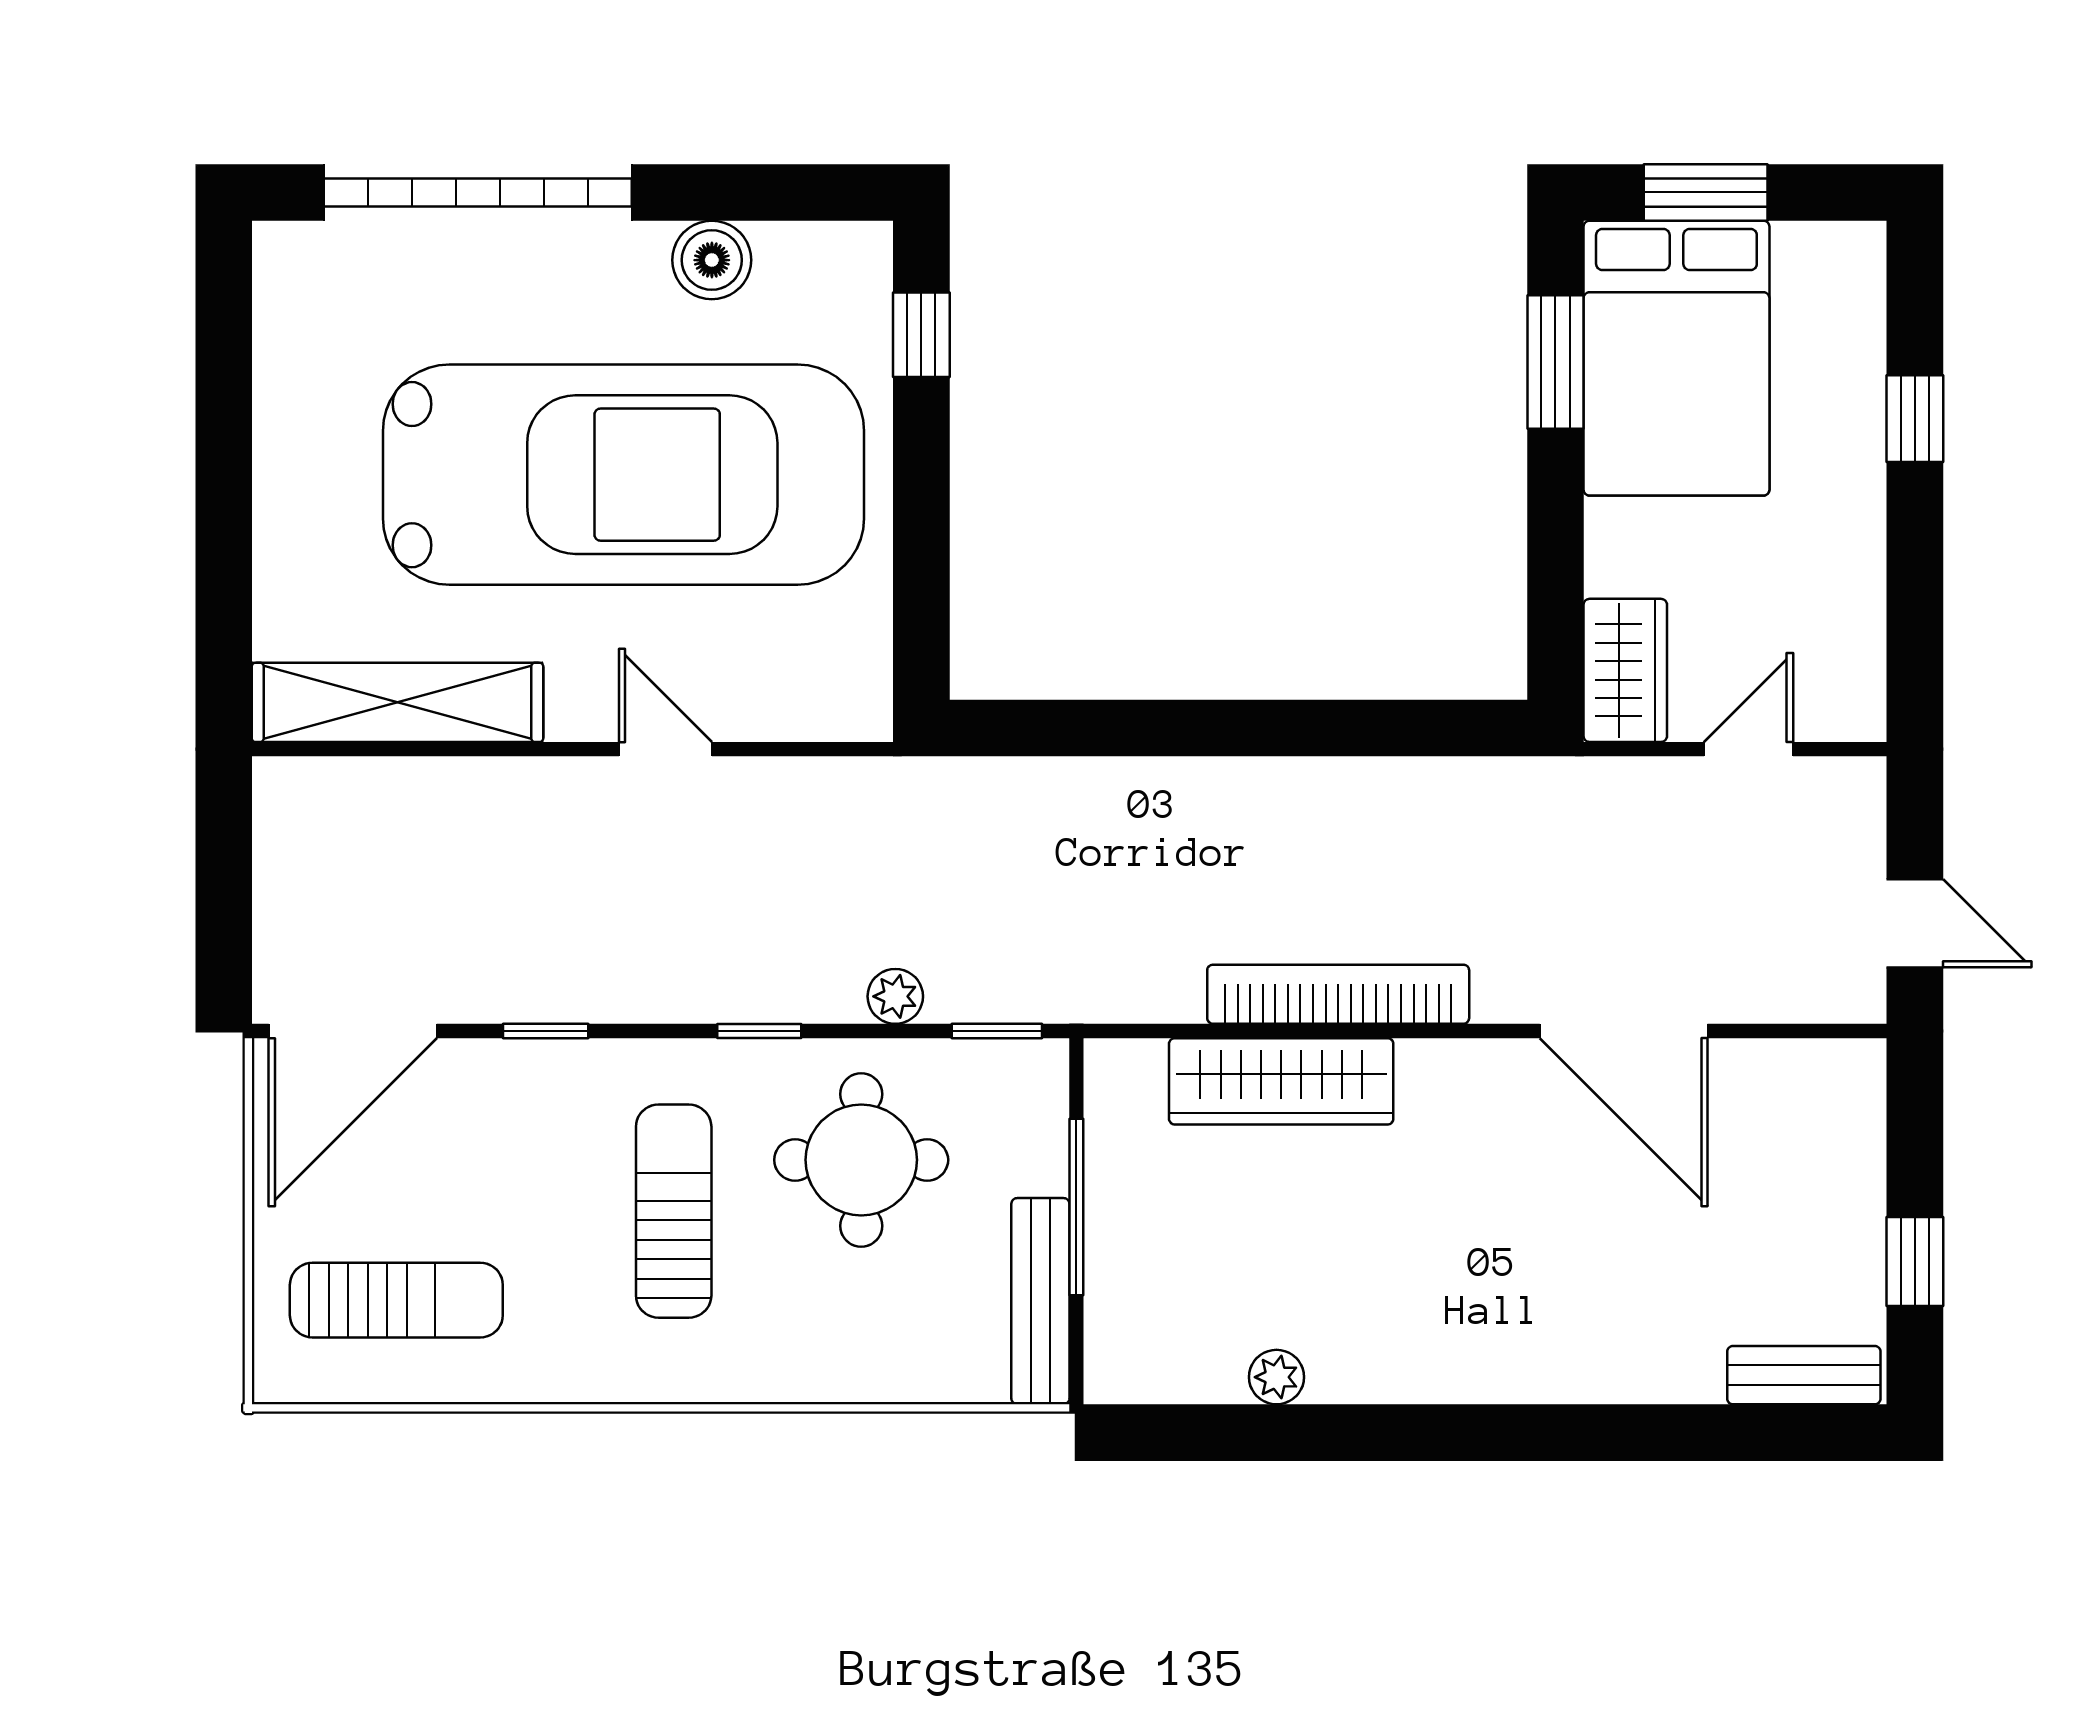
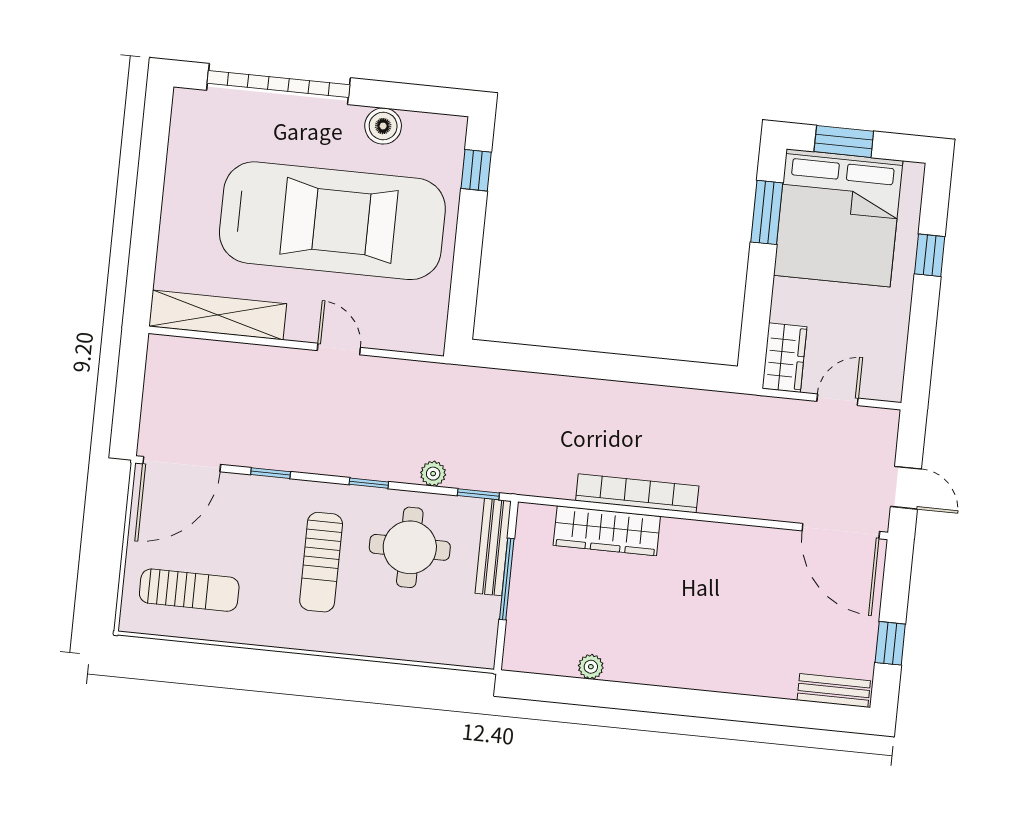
bed: (1676, 358) -> (838, 218), width x1.36
door: (1624, 1031) -> (841, 531), moved
sun lounger: (674, 1211) -> (321, 562), turned 180
bench: (1040, 1301) -> (493, 547), moved

